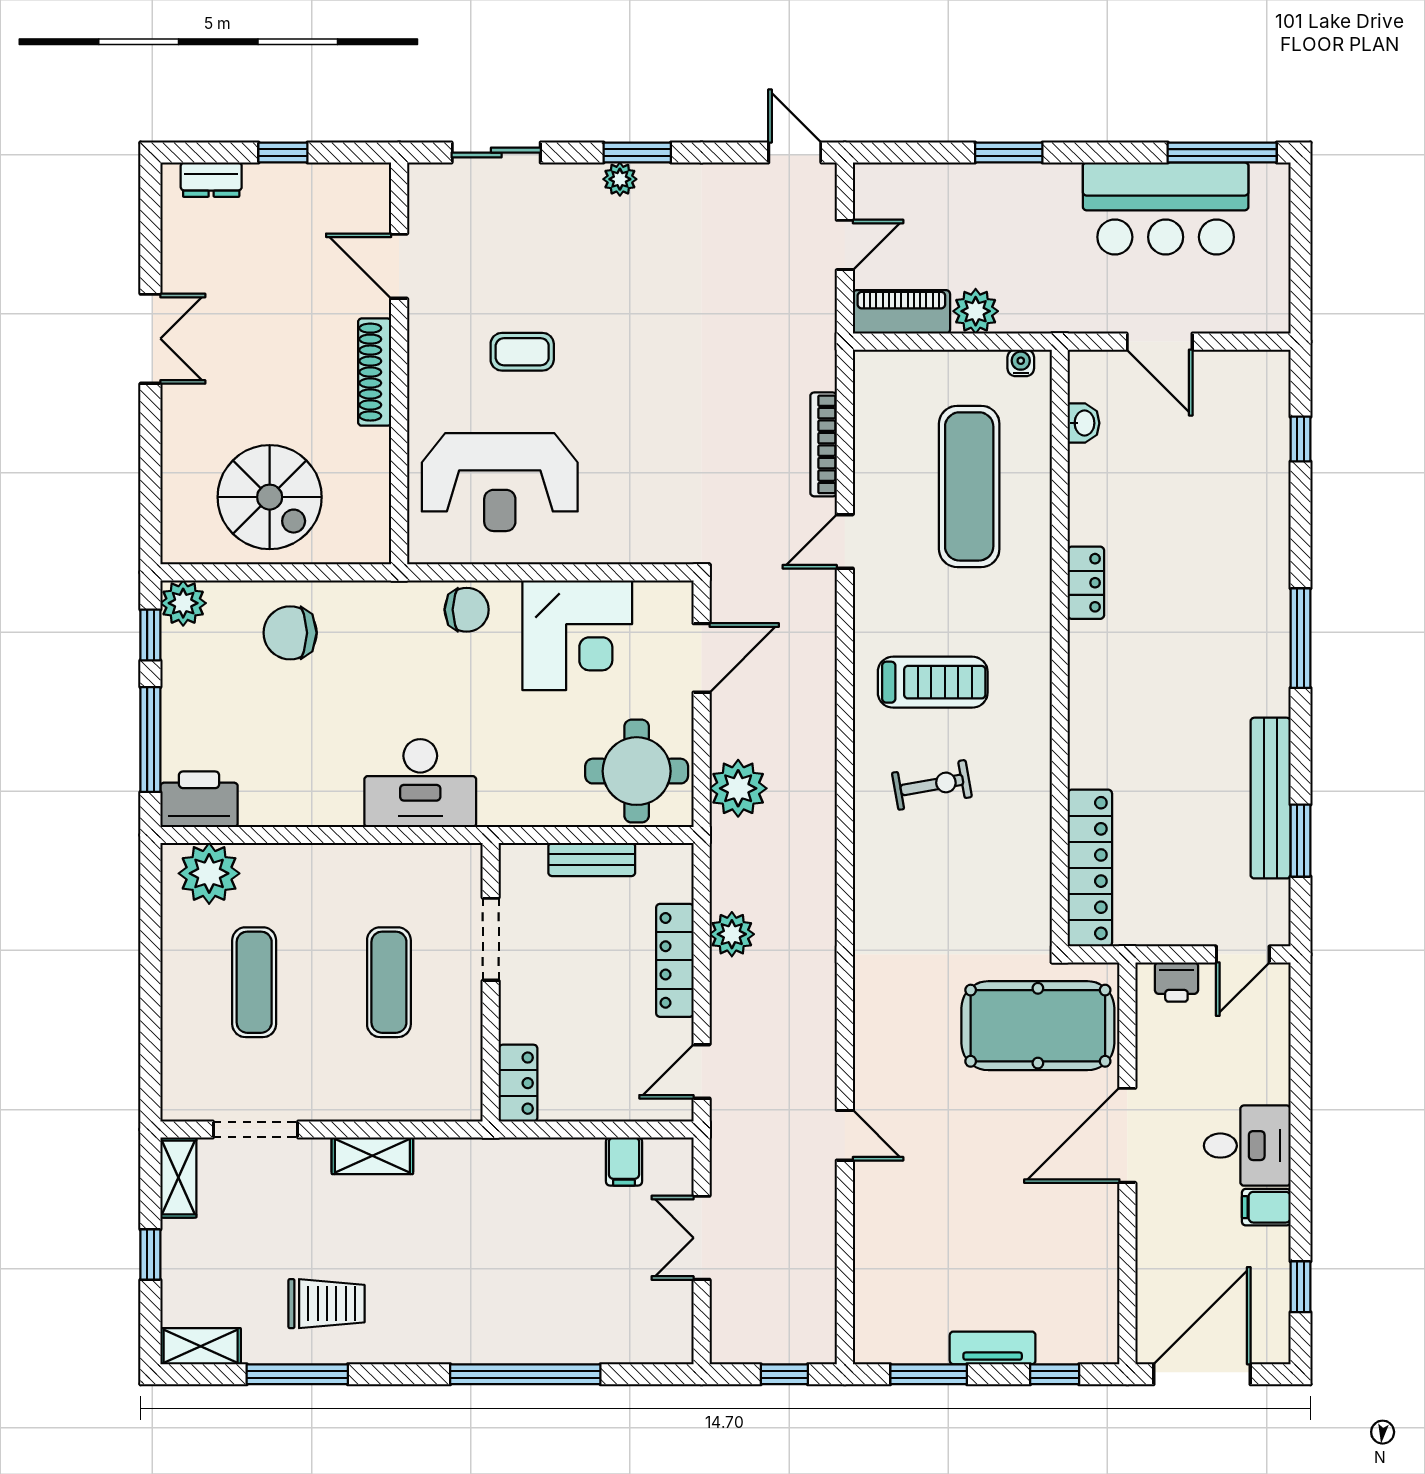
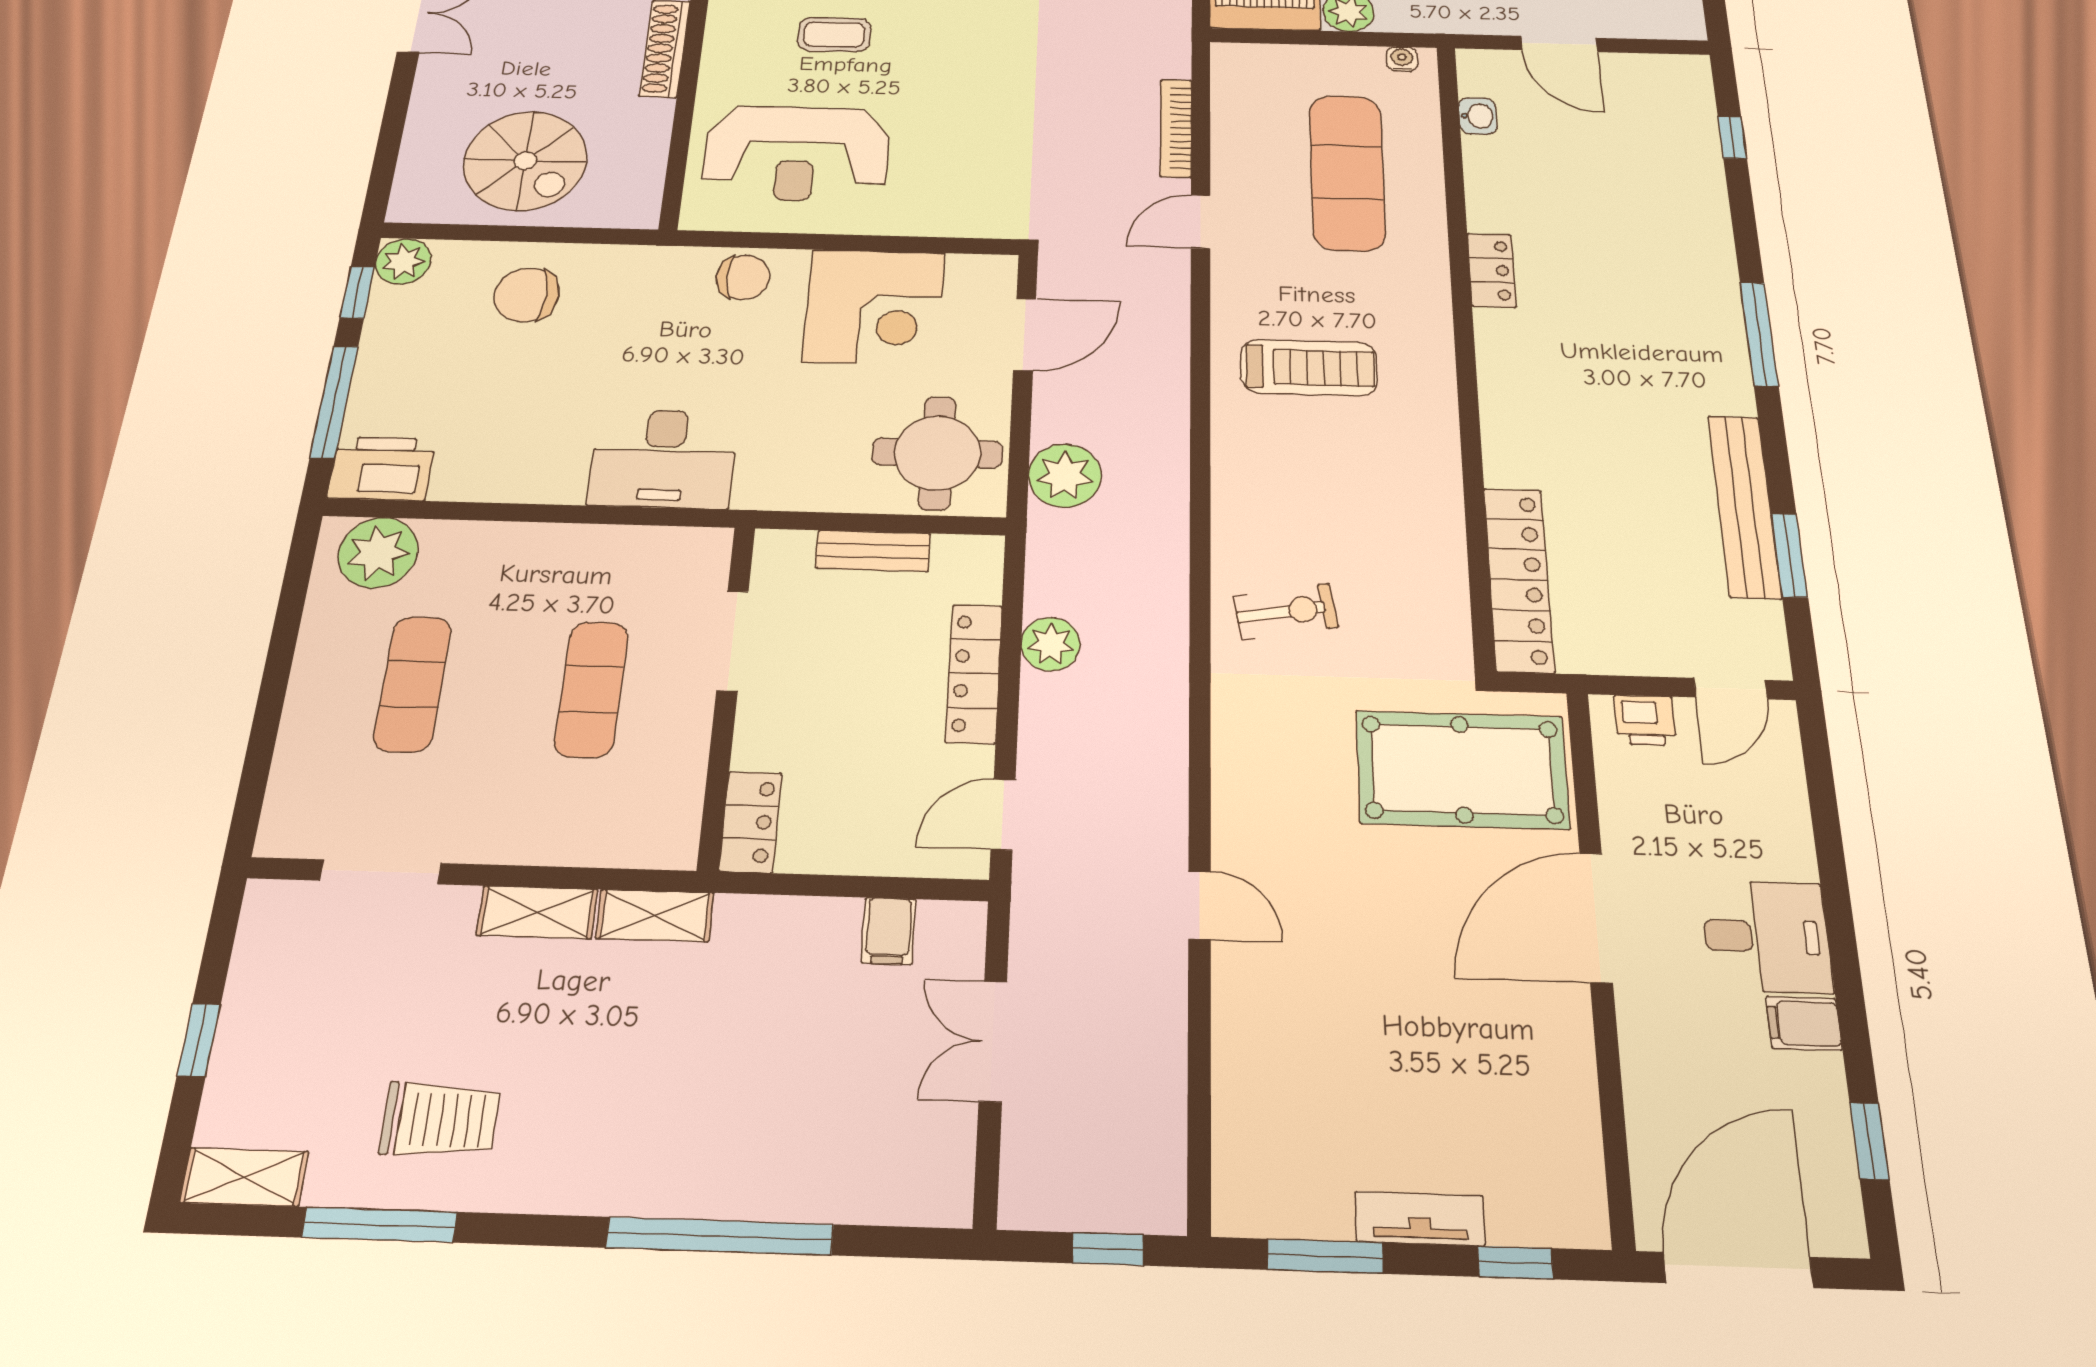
exercise bike: (932, 785) -> (1286, 611), moved
shelving: (178, 1178) -> (655, 915), moved, turned 90

